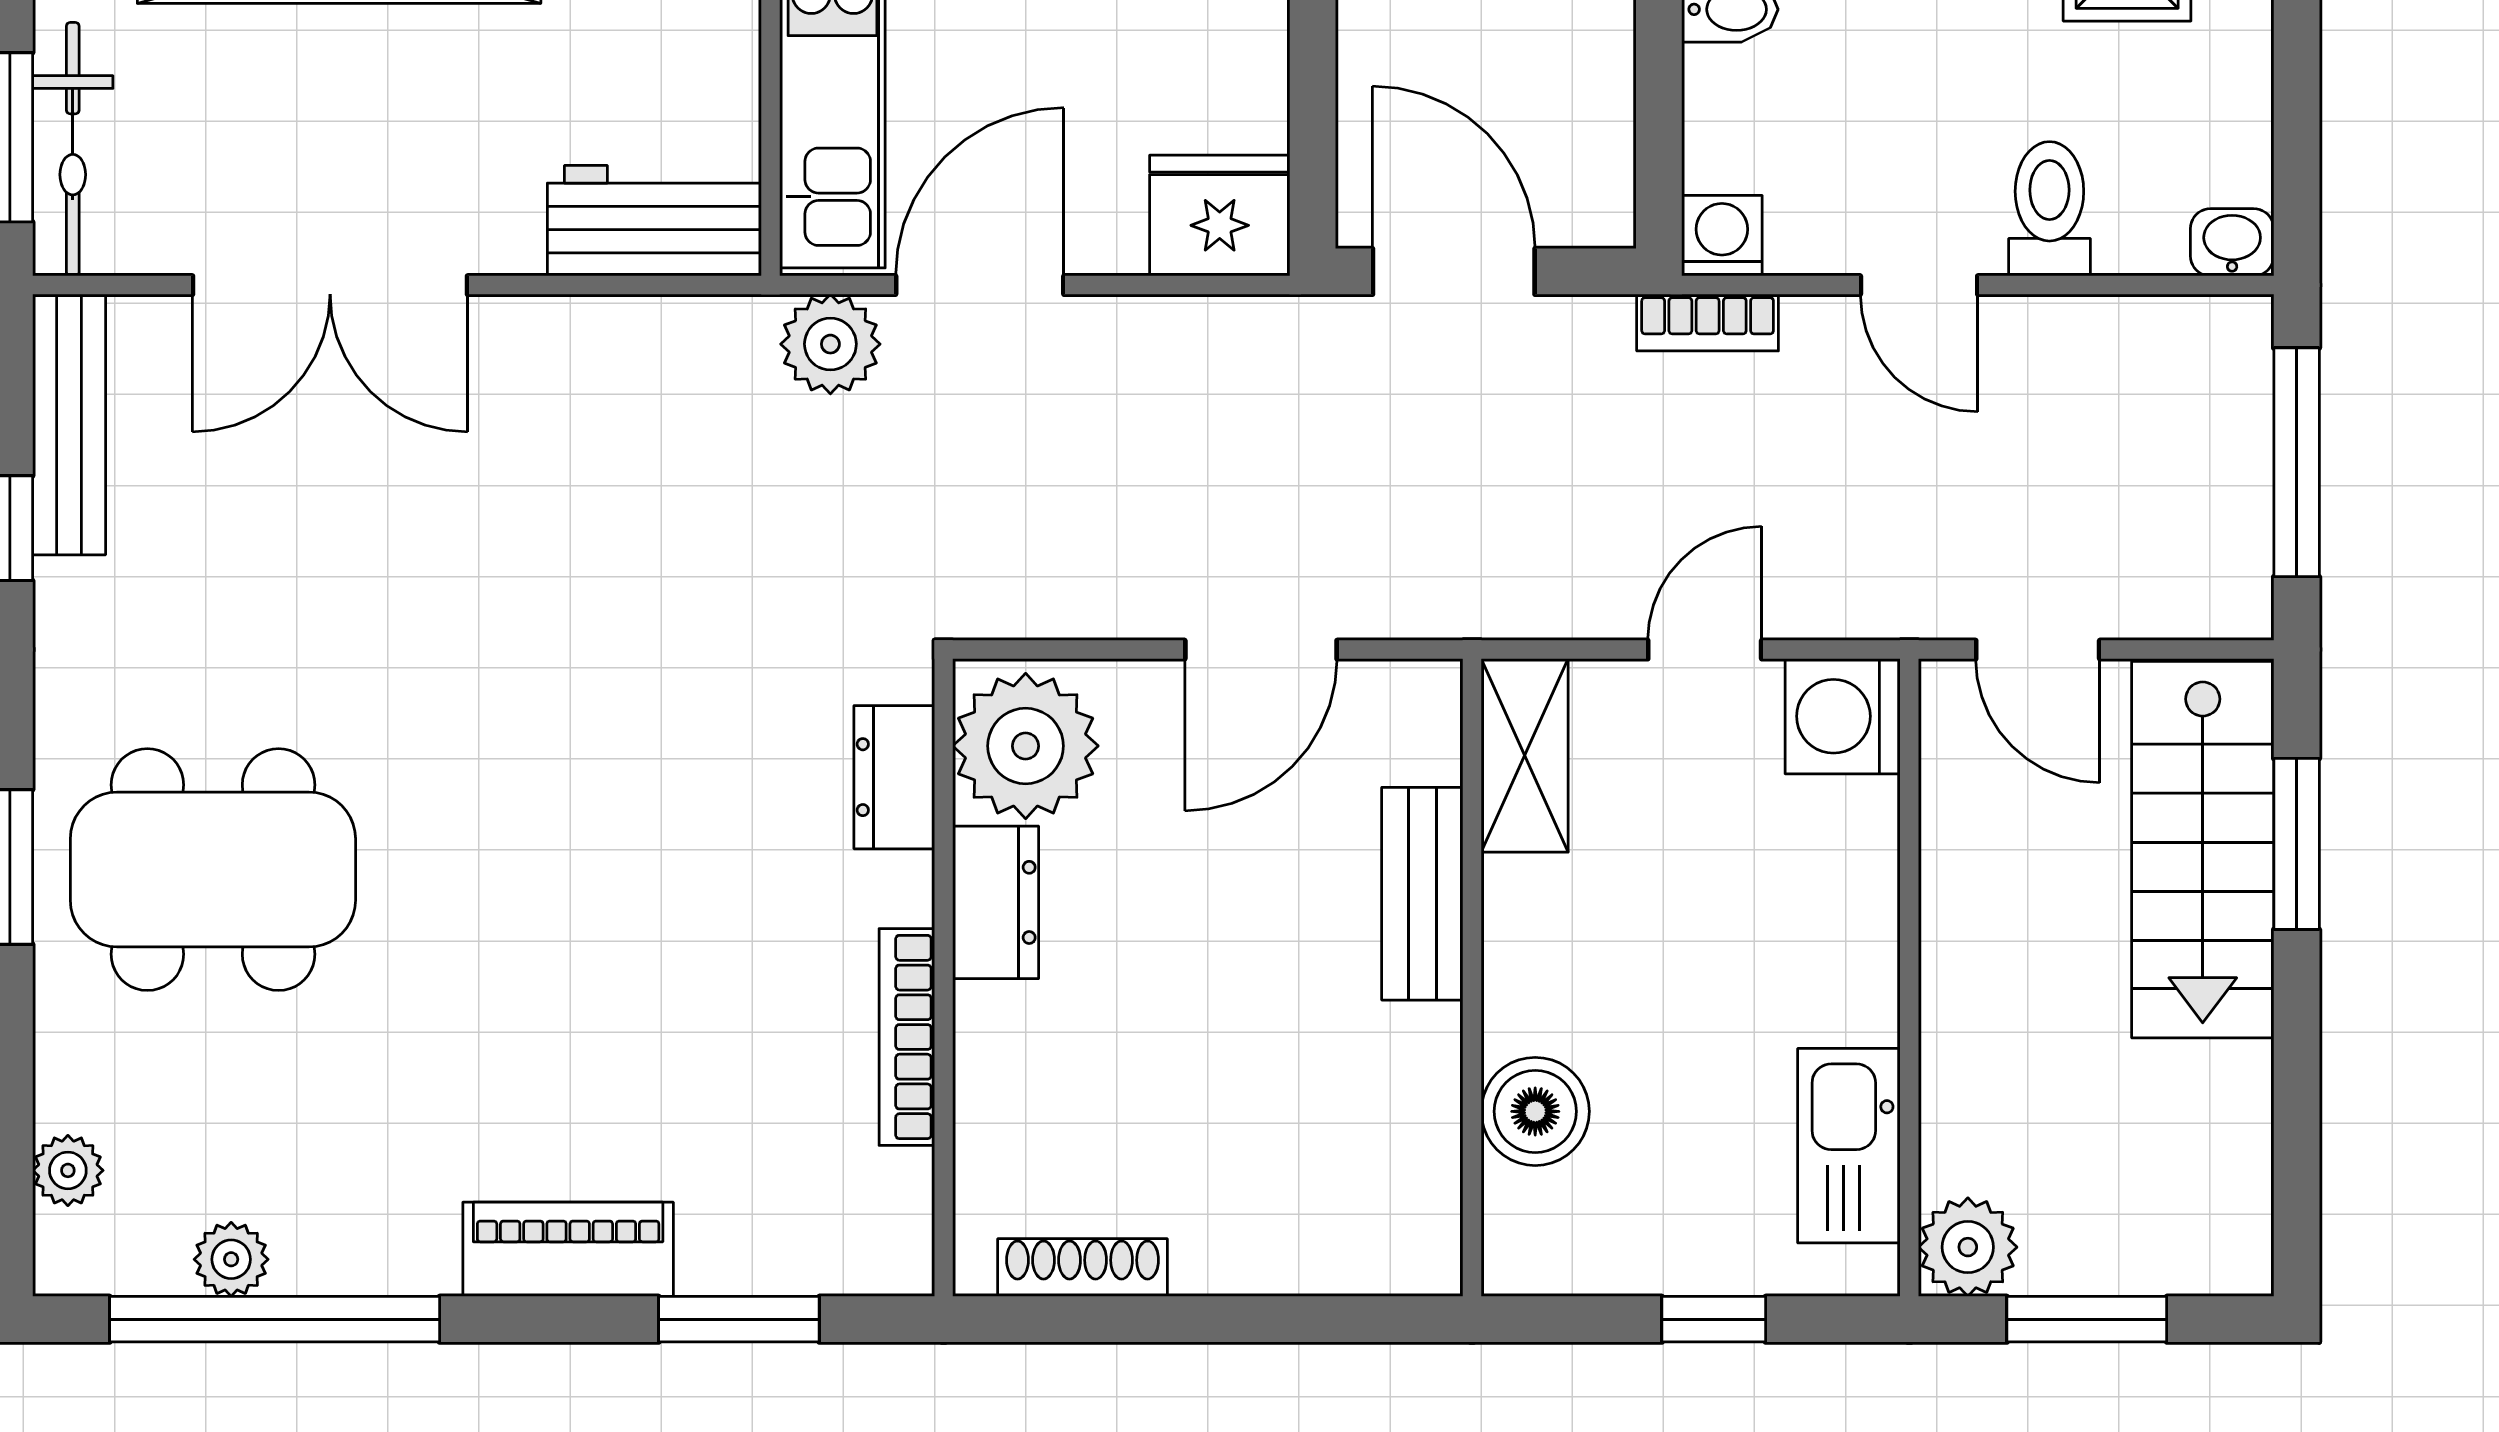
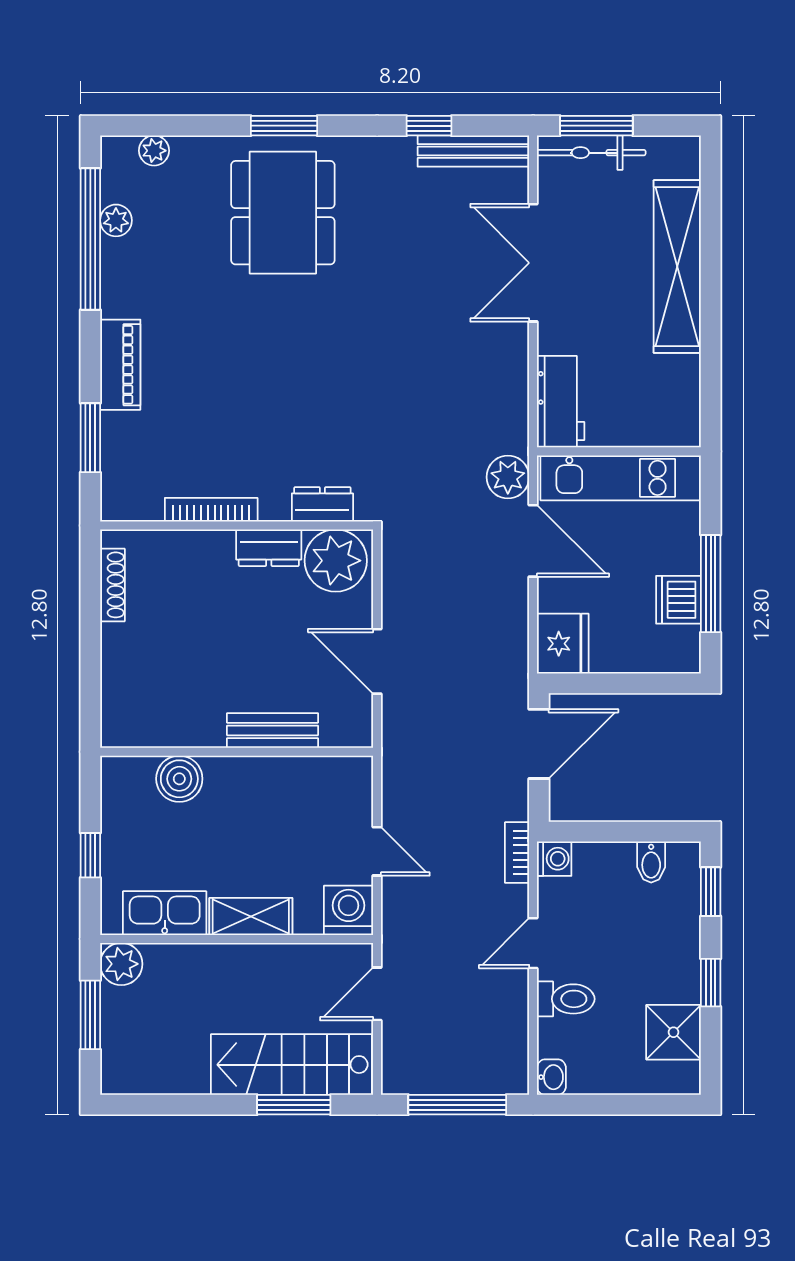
shelving: (1525, 755) -> (251, 916), moved

